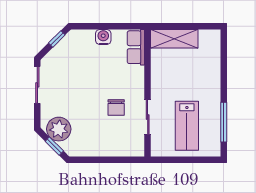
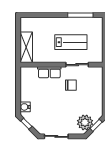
water cooler: (103, 37) -> (25, 107), moved
row of seats: (136, 47) -> (49, 72), moved
lab bench: (187, 126) -> (71, 42), moved

